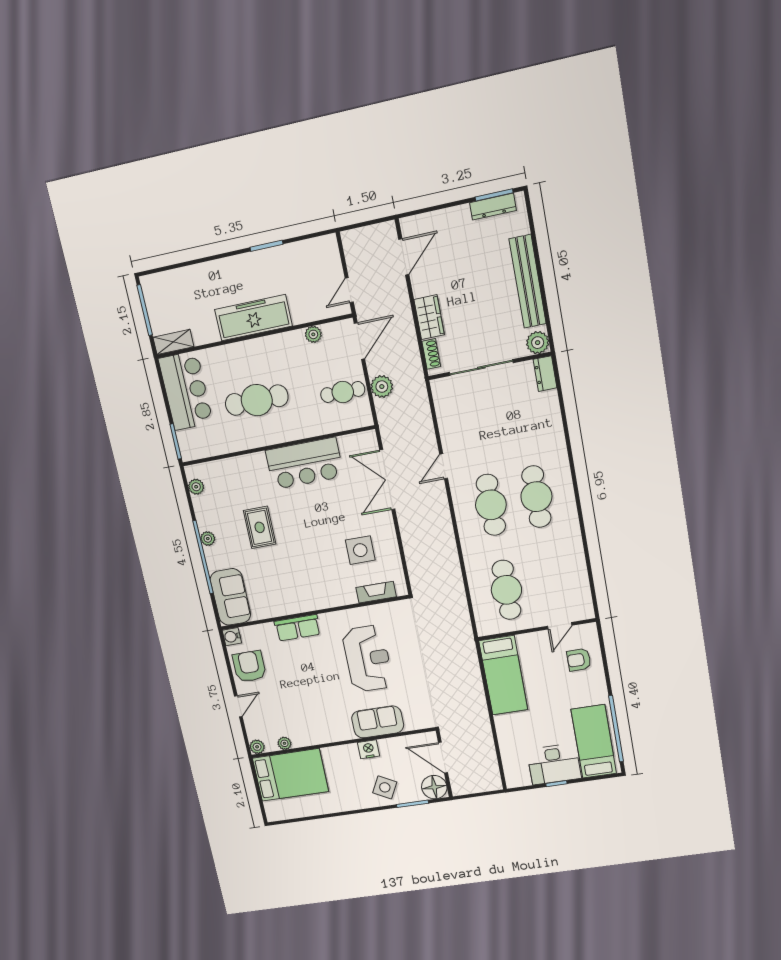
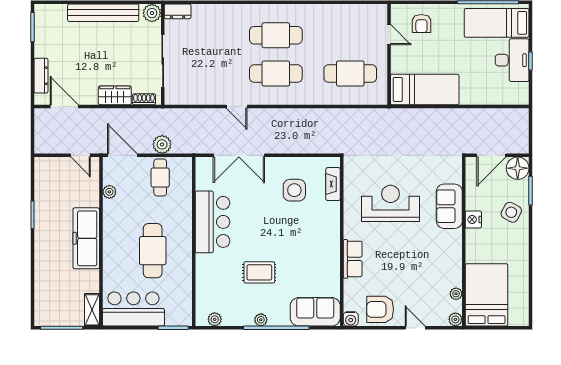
dresser: (493, 207) -> (41, 76), moved

